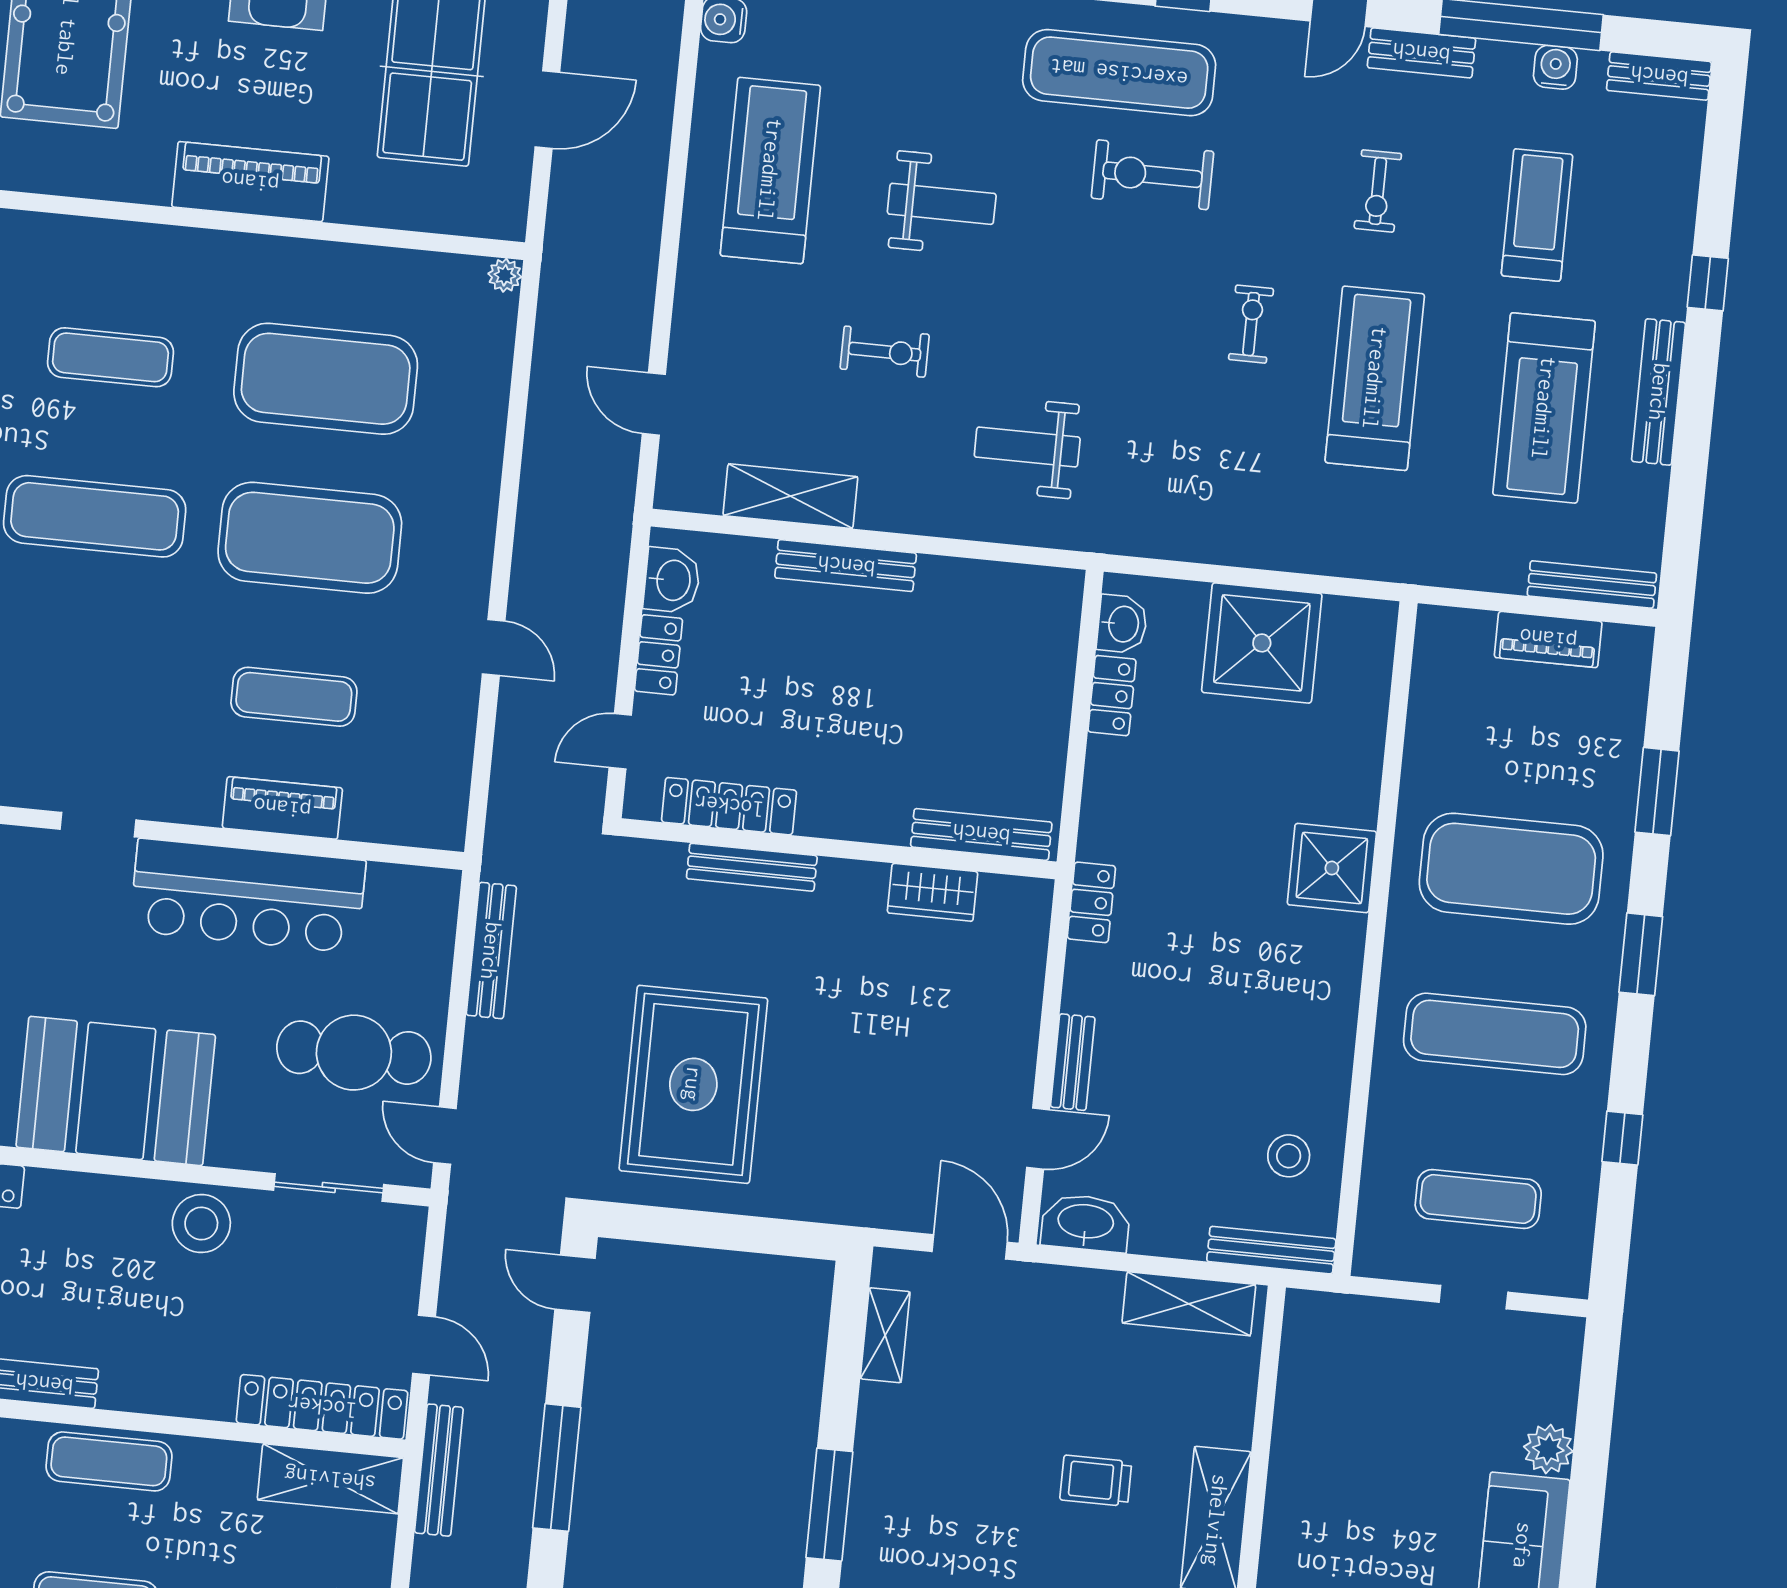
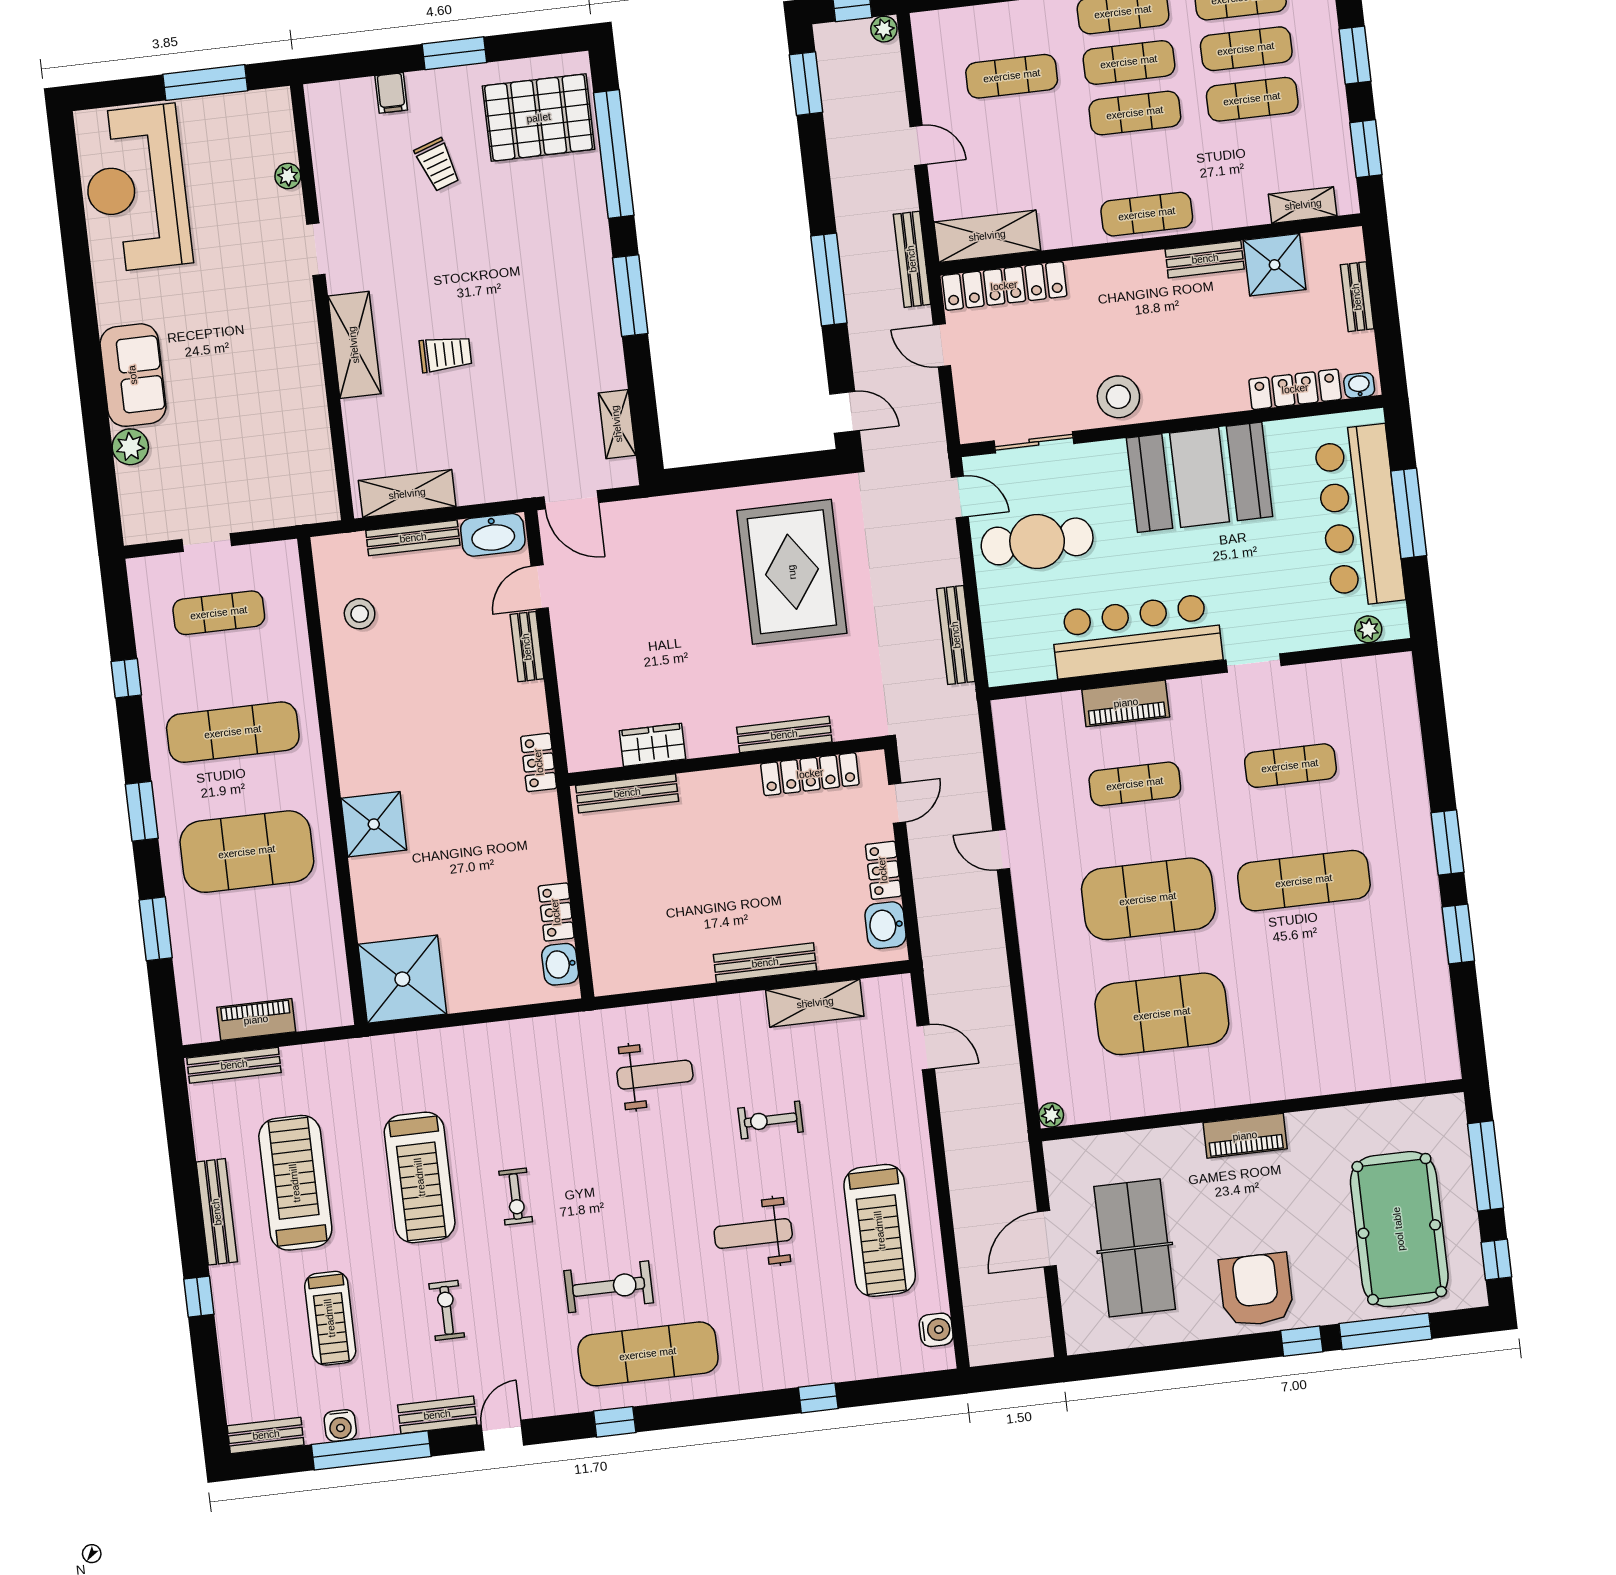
piano: (250, 182) -> (1245, 1136), width x0.73, depth x0.75
exercise mat: (110, 357) -> (1290, 766), moved
shower: (1262, 643) -> (402, 979), moved
bench: (1271, 1250) -> (413, 538), moved

